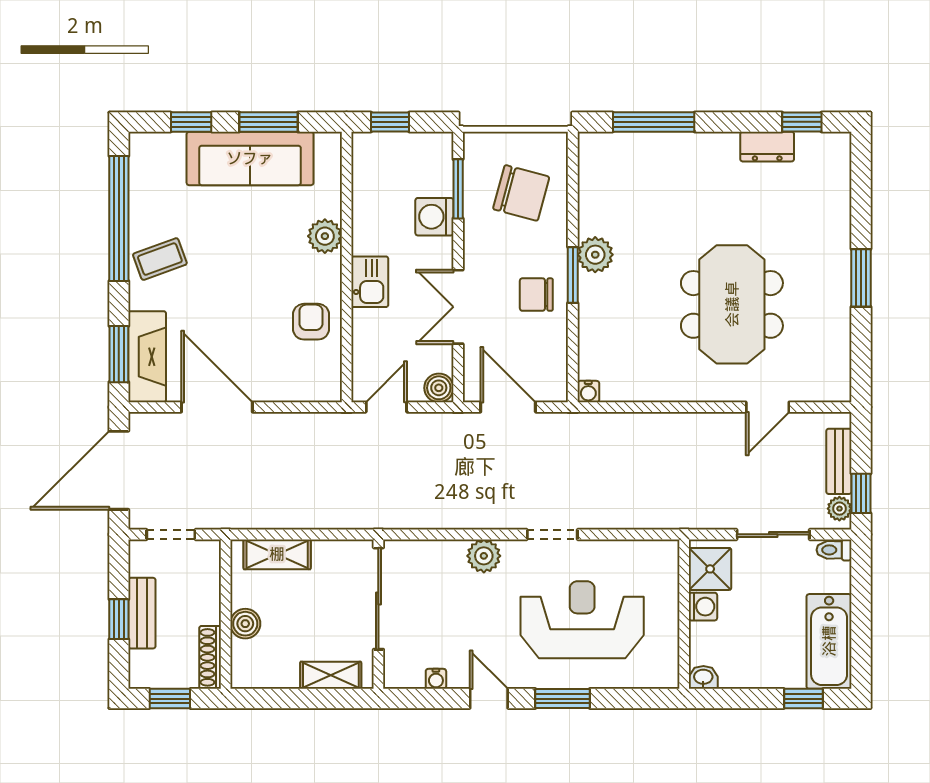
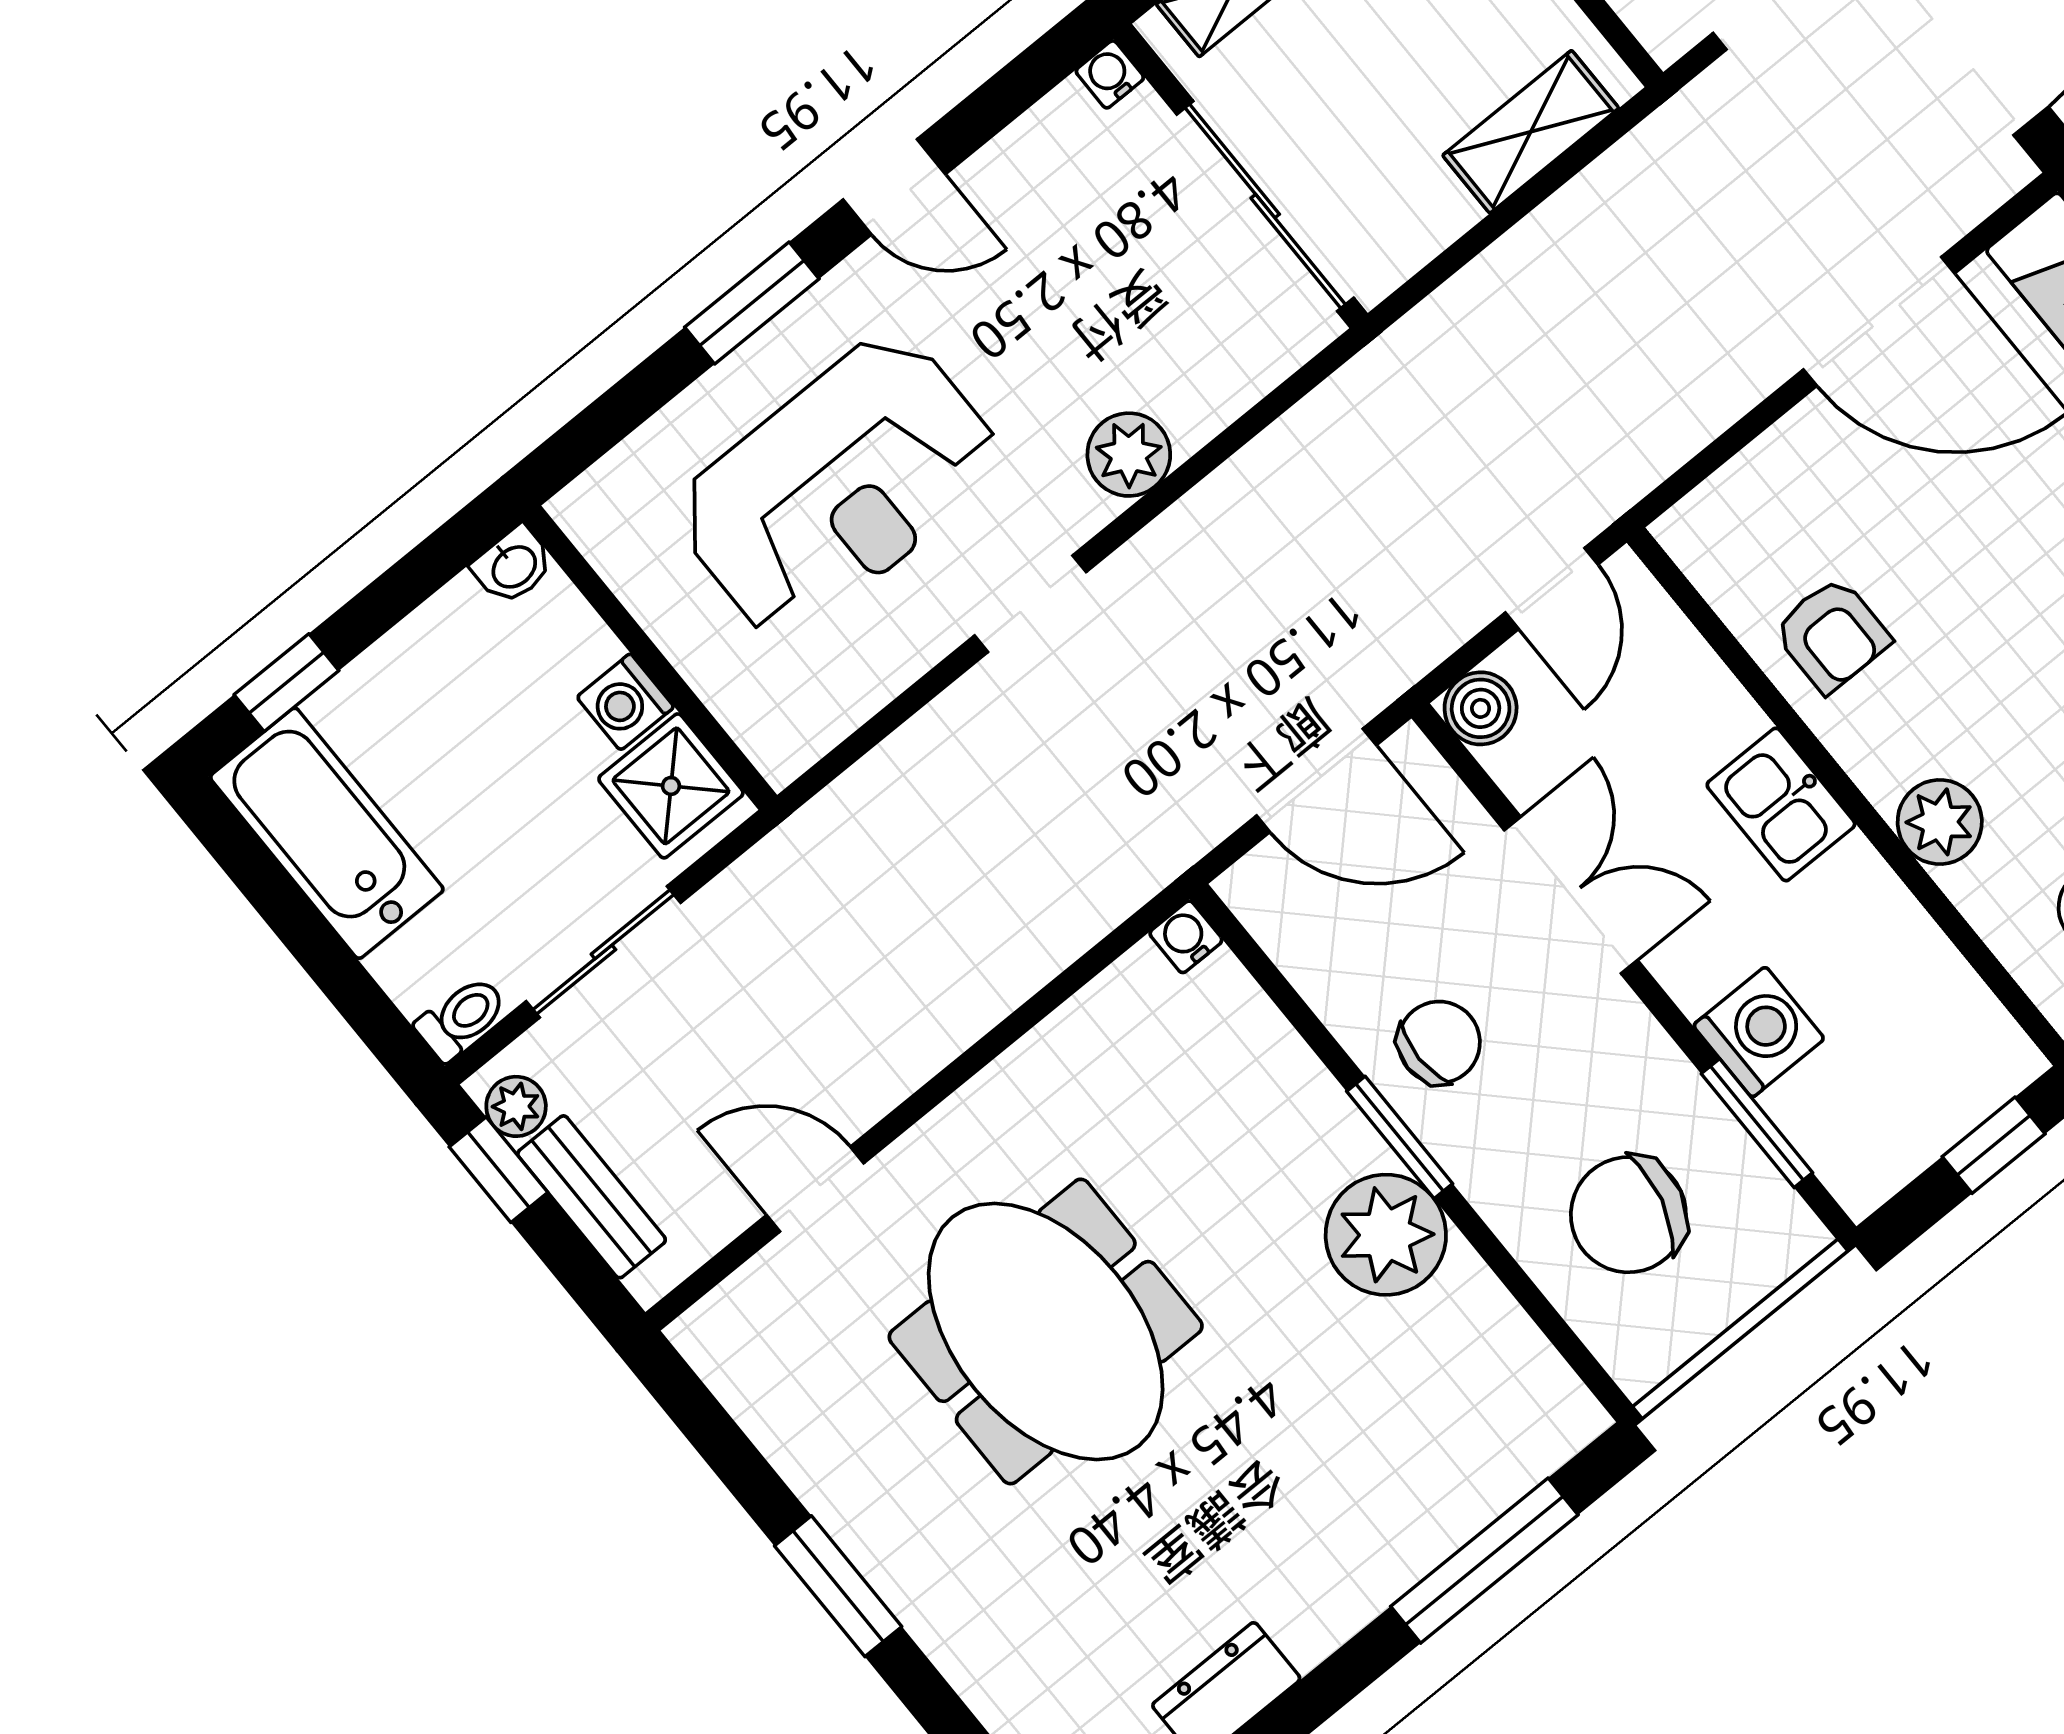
plant: (595, 255) -> (1386, 1235), width x1.36, depth x1.36
door: (768, 407) -> (815, 1189), hinge flipped
water cooler: (436, 679) -> (1110, 74), moved

